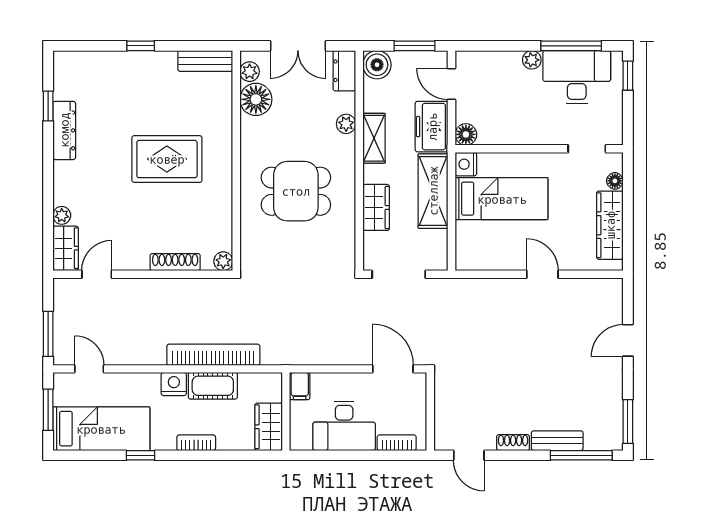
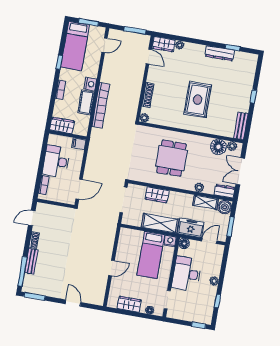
window: (571, 46) -> (217, 301), width x0.46
desk: (577, 77) -> (187, 274), moved, turned 180
shelving: (374, 138) -> (205, 202), moved
wardrobe: (610, 225) -> (129, 304), width x0.67
window: (48, 334) -> (135, 30), moved

